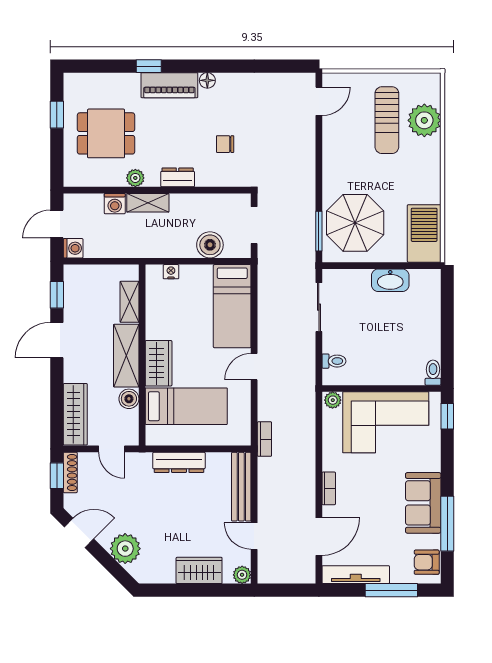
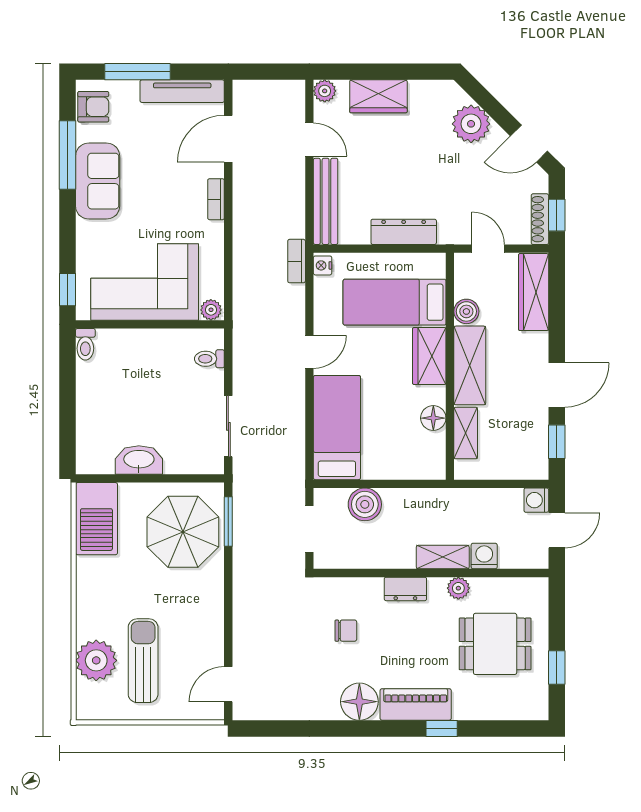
floor lamp: (207, 80) -> (359, 702), width x1.89, depth x1.89
nightstand: (171, 272) -> (323, 265), moved, turned 90
floor lamp: (155, 314) -> (433, 418), added

